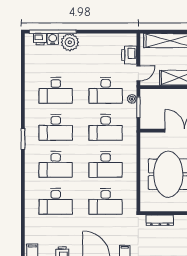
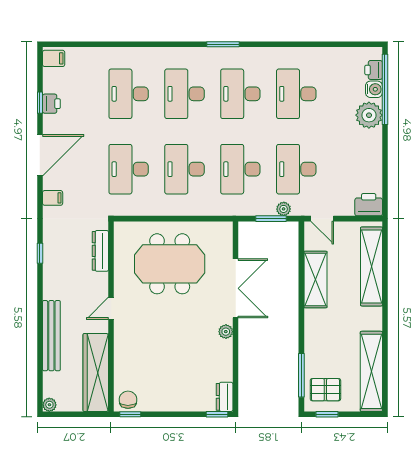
printer: (129, 55) -> (369, 205), moved

